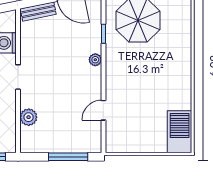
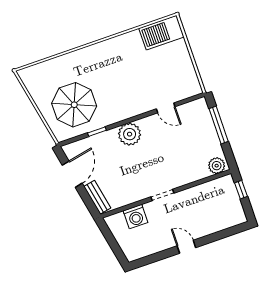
plant: (95, 60) -> (130, 134), width x1.88, depth x1.88
plant: (29, 117) -> (217, 166), moved

